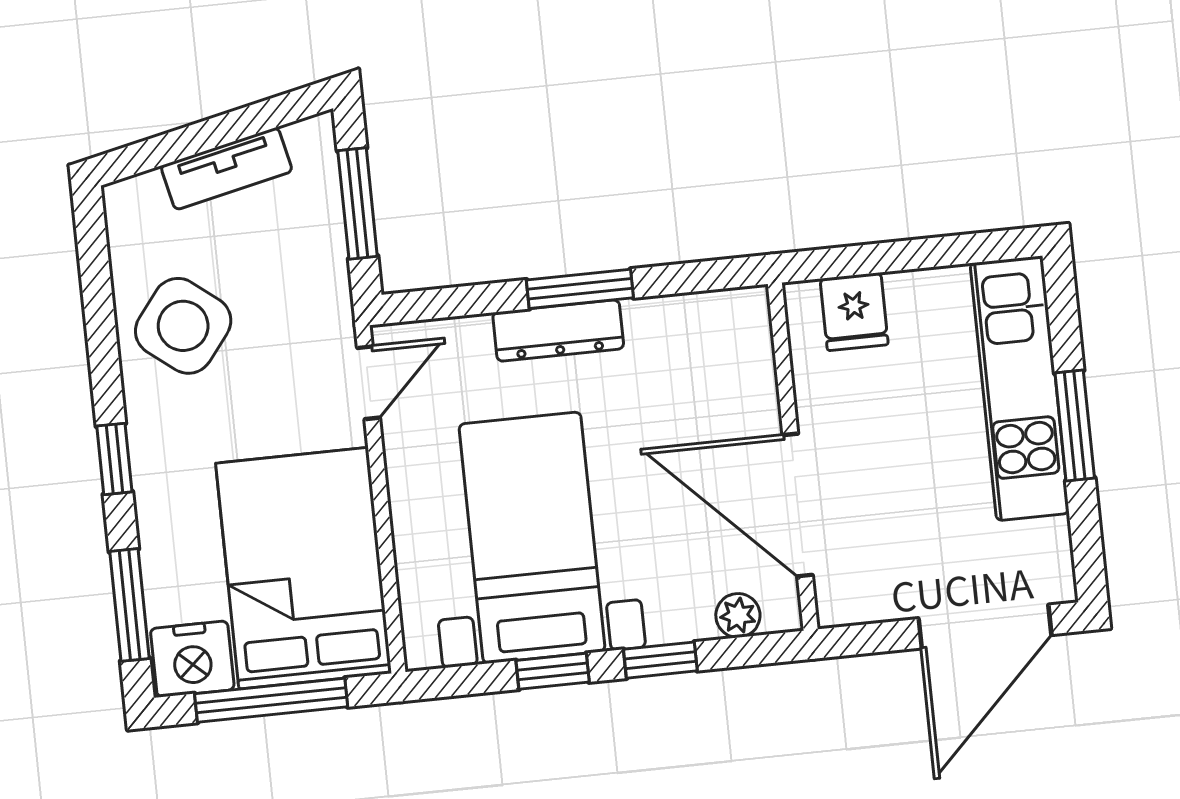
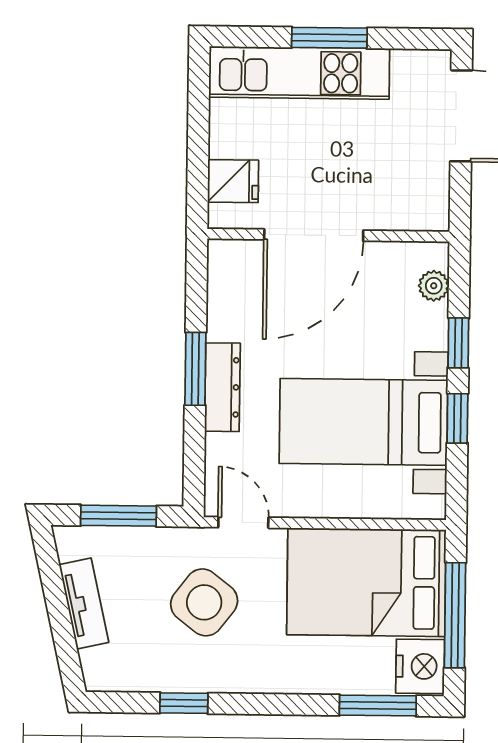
side table: (183, 326) -> (204, 602), moved
window: (114, 459) -> (184, 703), moved
door: (798, 505) -> (314, 235), moved

